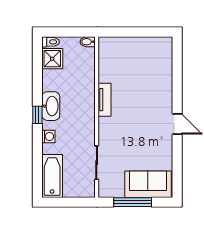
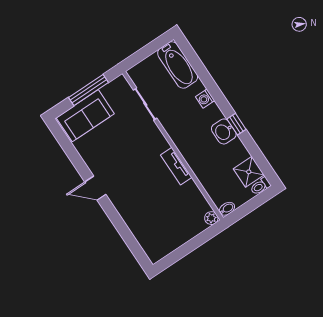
plant: (104, 43) -> (211, 218), added
washbasin: (51, 106) -> (224, 131), width x0.72
window: (37, 115) -> (236, 124), moved

